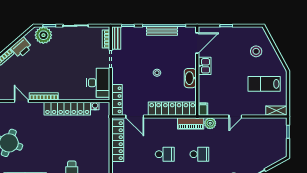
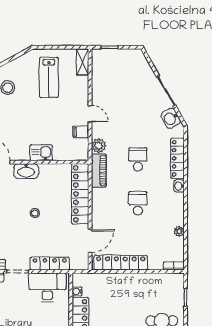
kitchen sink: (205, 66) -> (41, 153), moved
washbasin: (190, 78) -> (26, 171), moved
locker: (117, 100) -> (50, 264), moved
filing cabinet: (203, 109) -> (81, 132), moved

